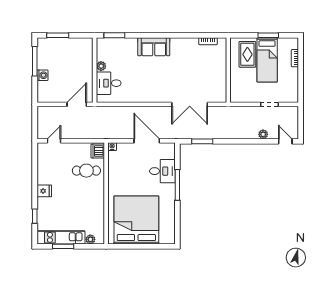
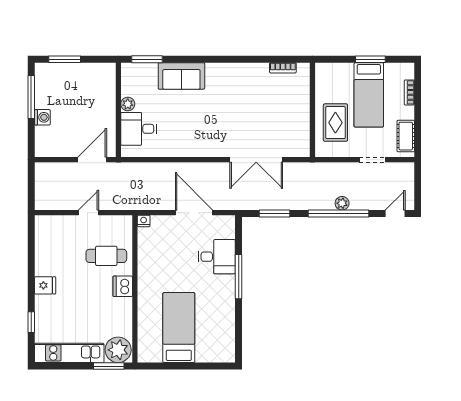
sofa: (154, 47) -> (181, 76), moved
rug: (247, 54) -> (335, 123), moved
cot: (292, 88) -> (406, 136), added
plant: (263, 134) -> (342, 203), moved
door: (54, 141) -> (89, 213), moved
window: (246, 141) -> (338, 213), added
door: (285, 141) -> (395, 213), hinge flipped
dishwasher: (98, 151) -> (123, 286), moved
bed: (136, 220) -> (179, 328), width x0.49
plant: (90, 239) -> (118, 350), width x1.87, depth x1.87
window: (63, 246) -> (109, 366), moved

